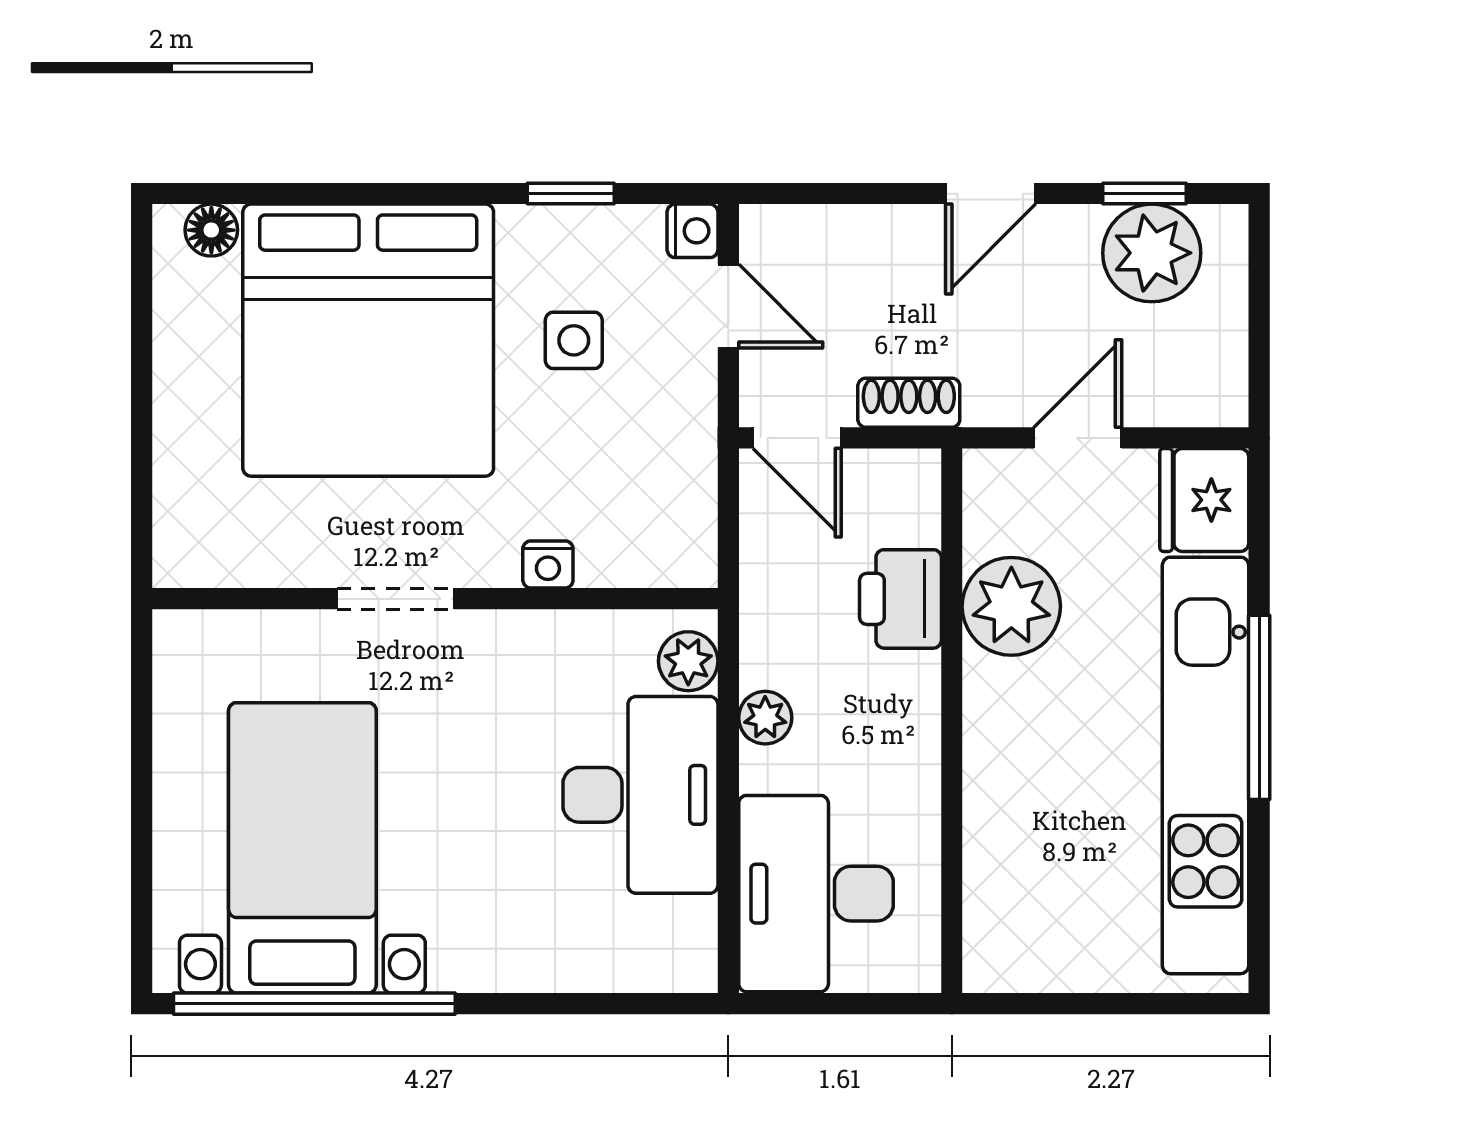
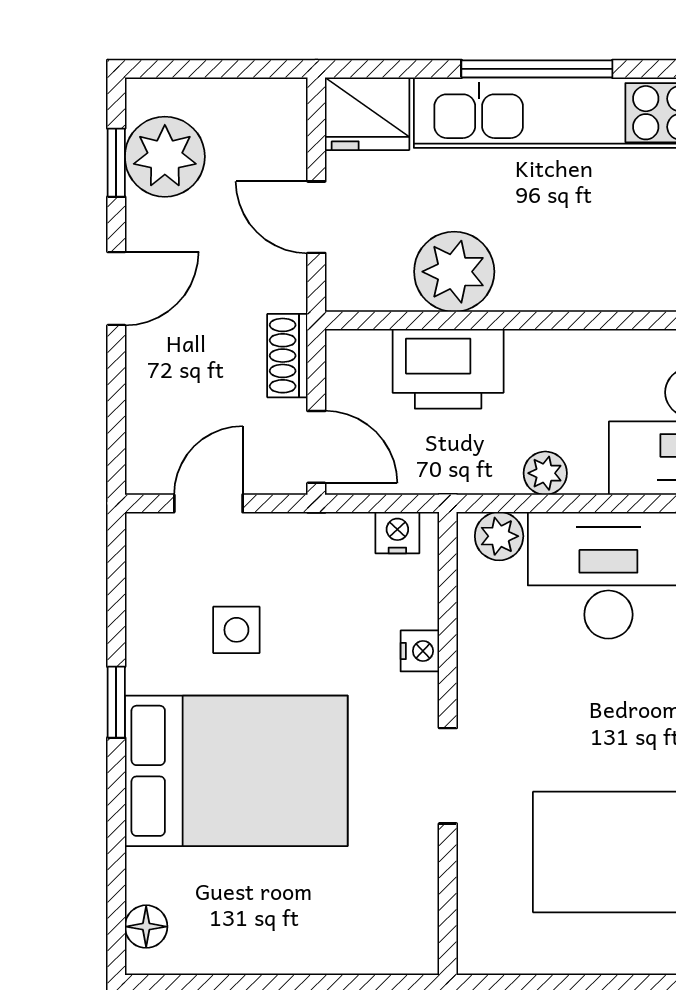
window: (571, 194) -> (116, 702), moved
door: (991, 194) -> (116, 289), hinge flipped
nightstand: (692, 231) -> (397, 533), moved
bed: (368, 340) -> (236, 771), width x0.73
door: (797, 438) -> (316, 447), hinge flipped
printer: (900, 599) -> (448, 369), width x1.37, depth x1.19

